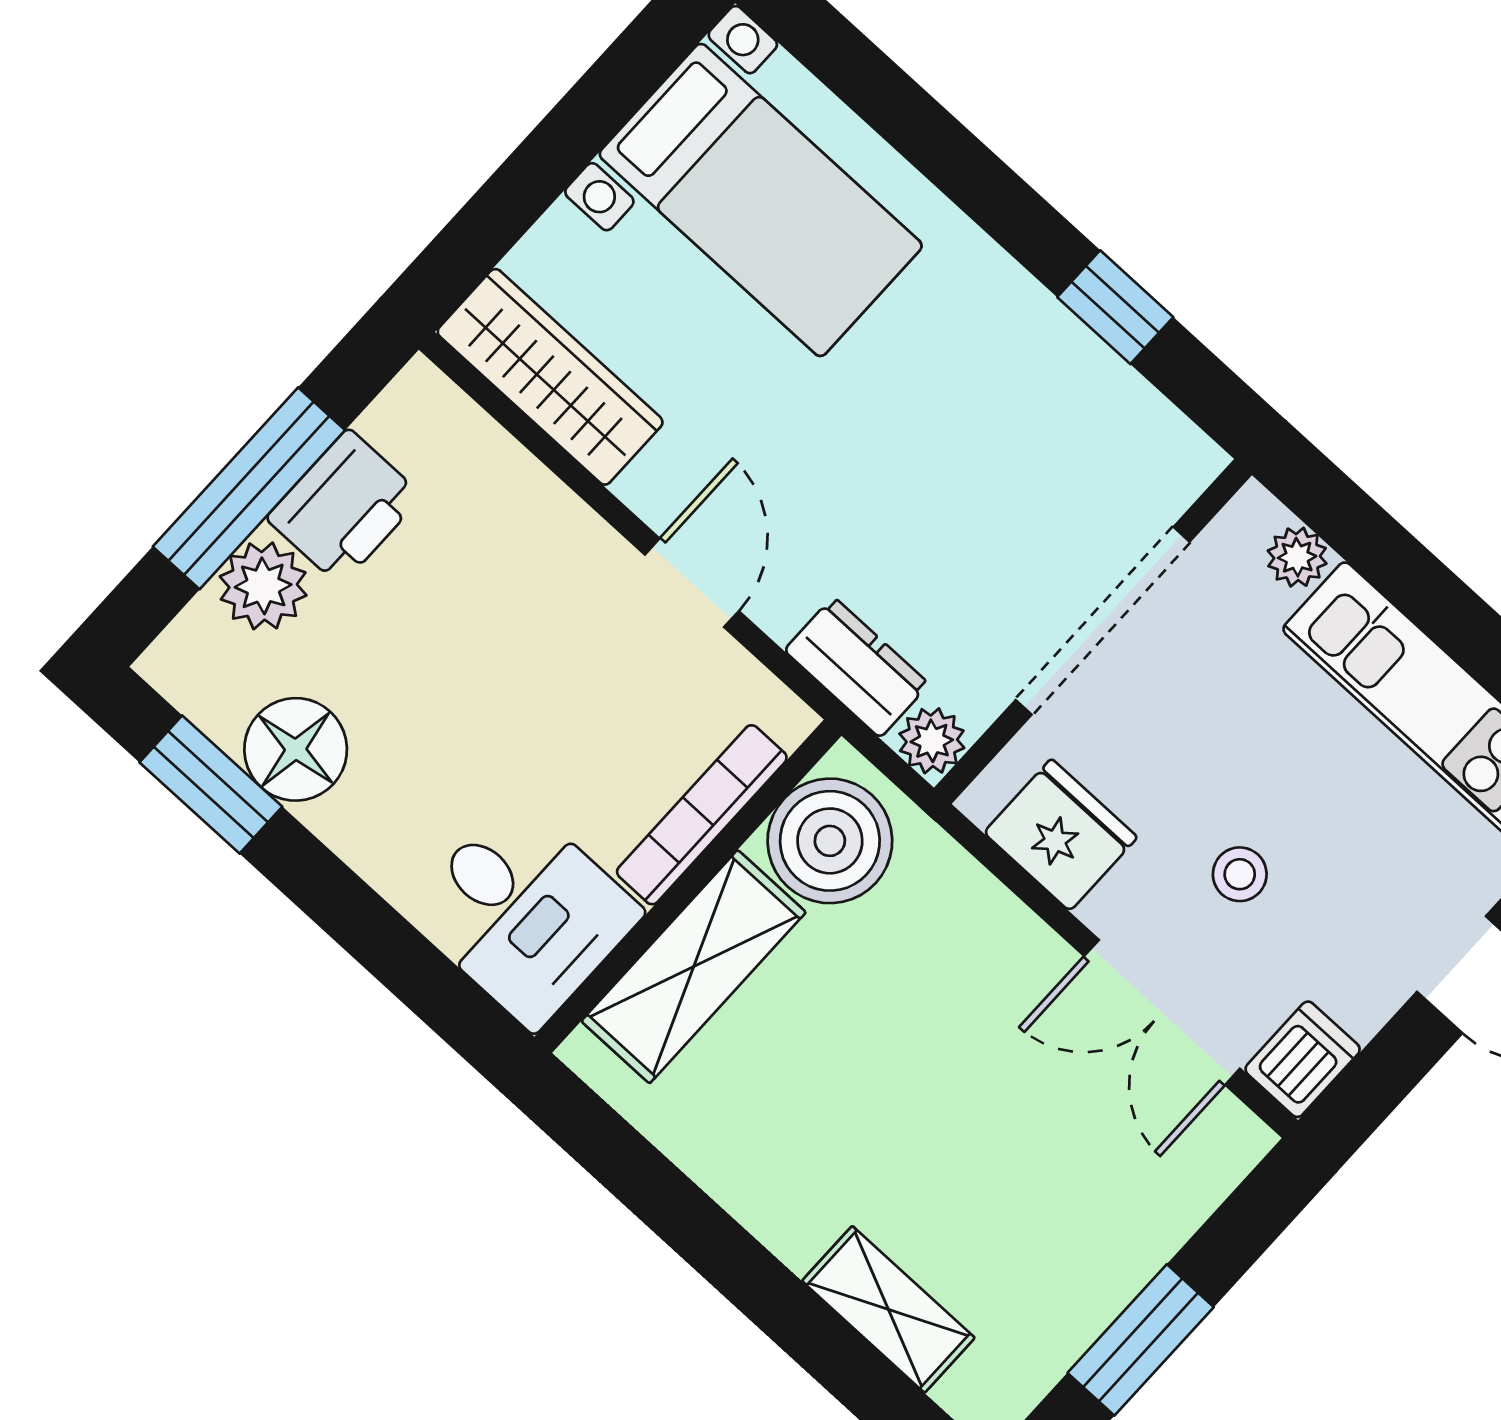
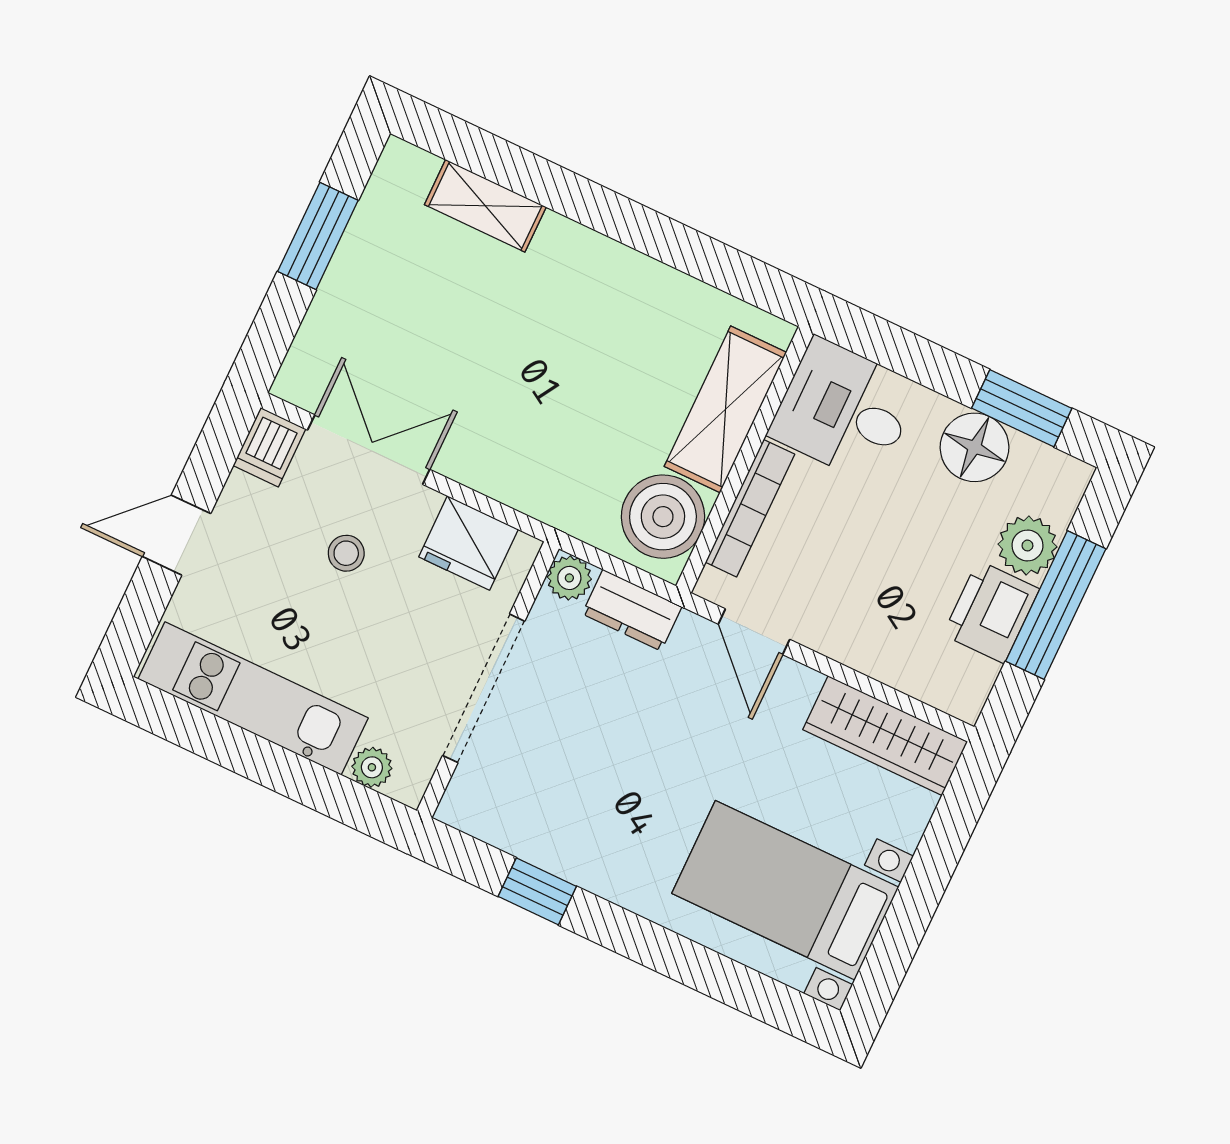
bookcase: (702, 815) -> (750, 508), moved
boiler: (830, 841) -> (663, 517), moved
wall: (688, 886) -> (745, 460), moved
desk: (524, 913) -> (844, 410), moved
shelving: (694, 967) -> (725, 409), moved

